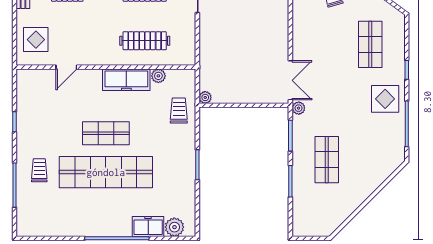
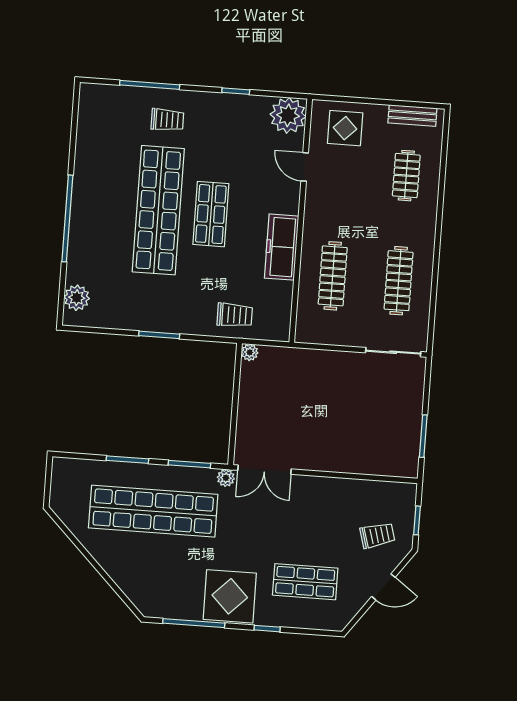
plant: (158, 76) -> (288, 115), moved, width x1.87, depth x1.87
display table: (385, 99) -> (230, 596), width x1.36, depth x1.36
shop shelf: (327, 160) -> (153, 511), width x2.00, depth x1.36
freezer: (148, 226) -> (80, 262), removed

